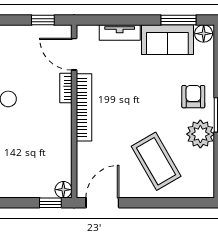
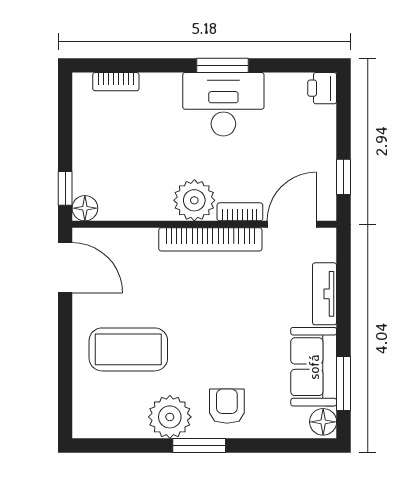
armchair: (193, 97) -> (227, 406), turned -90
plant: (58, 118) -> (194, 200), added
coffee table: (156, 161) -> (128, 349), turned 30

